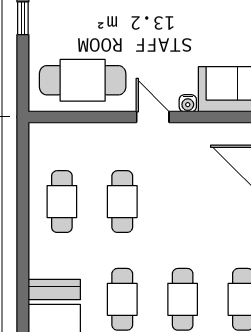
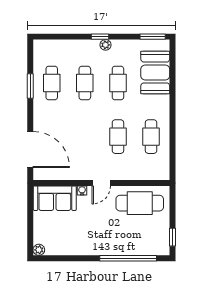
door: (153, 117) -> (101, 183), hinge flipped

